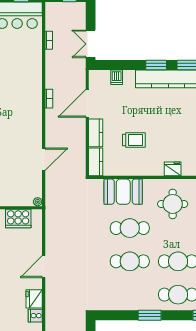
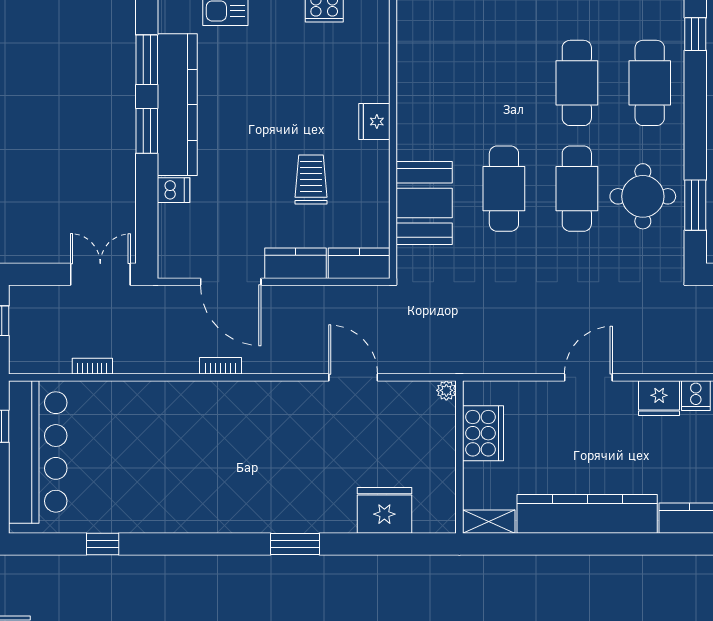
double door: (91, 44) -> (100, 274), swing flipped
dishwasher: (117, 77) -> (173, 190), moved
fridge: (173, 169) -> (374, 122), moved
round table: (173, 204) -> (643, 196), moved
door: (44, 267) -> (588, 377), swing flipped
window: (150, 315) -> (695, 205), moved

